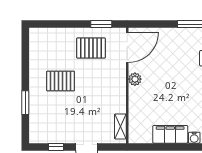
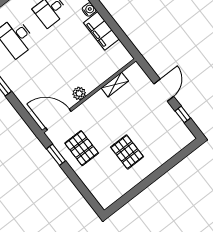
window: (25, 103) -> (166, 167), removed
shelving: (120, 126) -> (115, 85), moved

